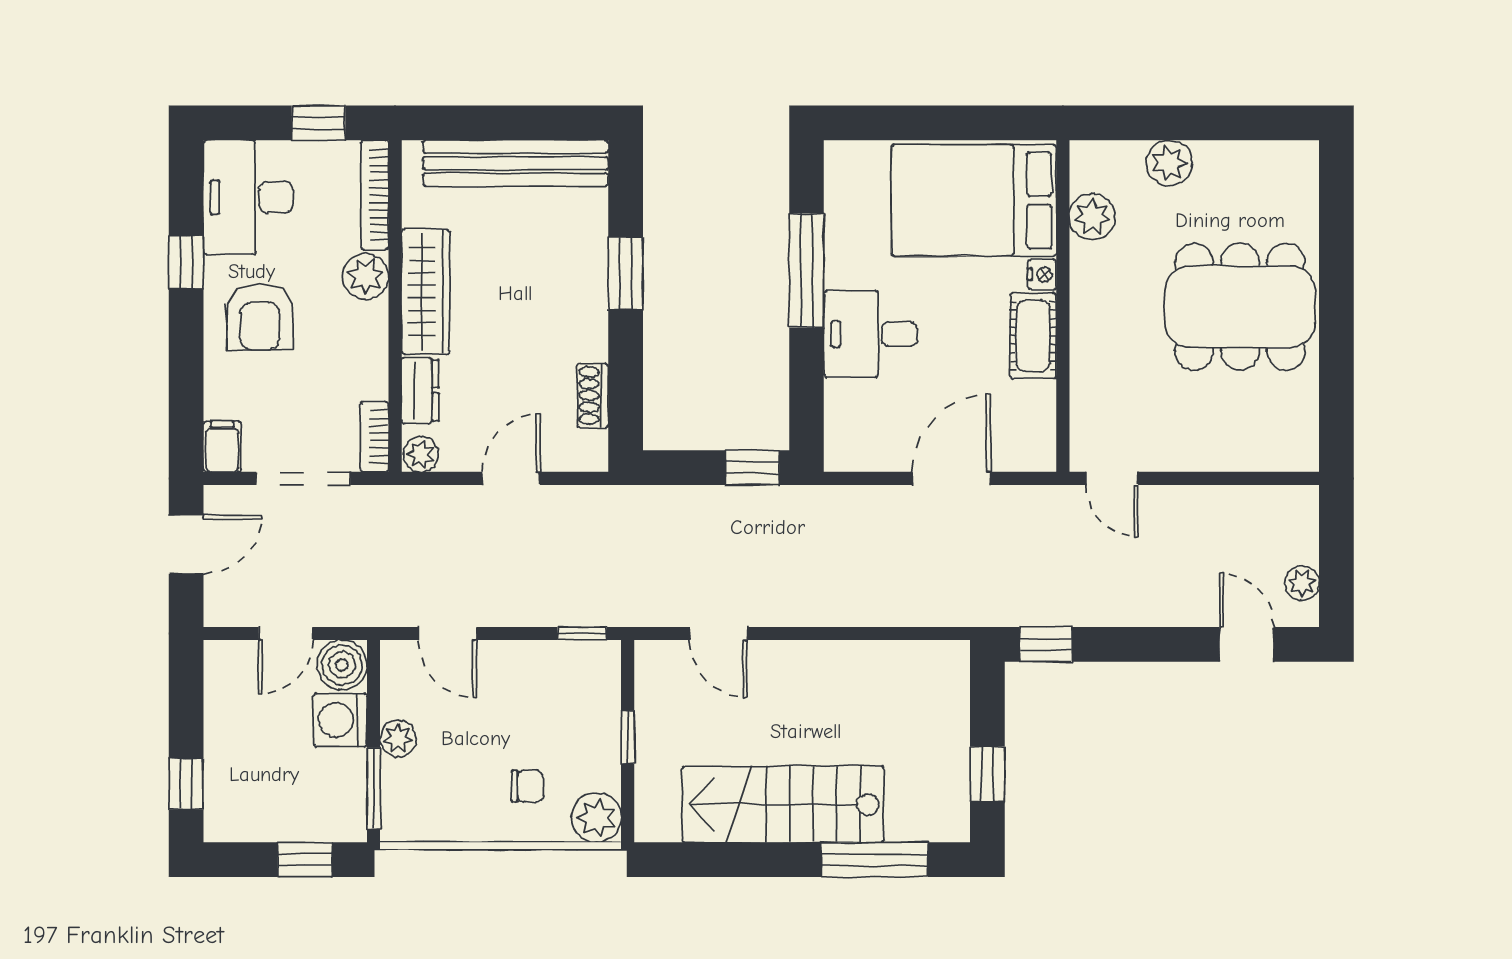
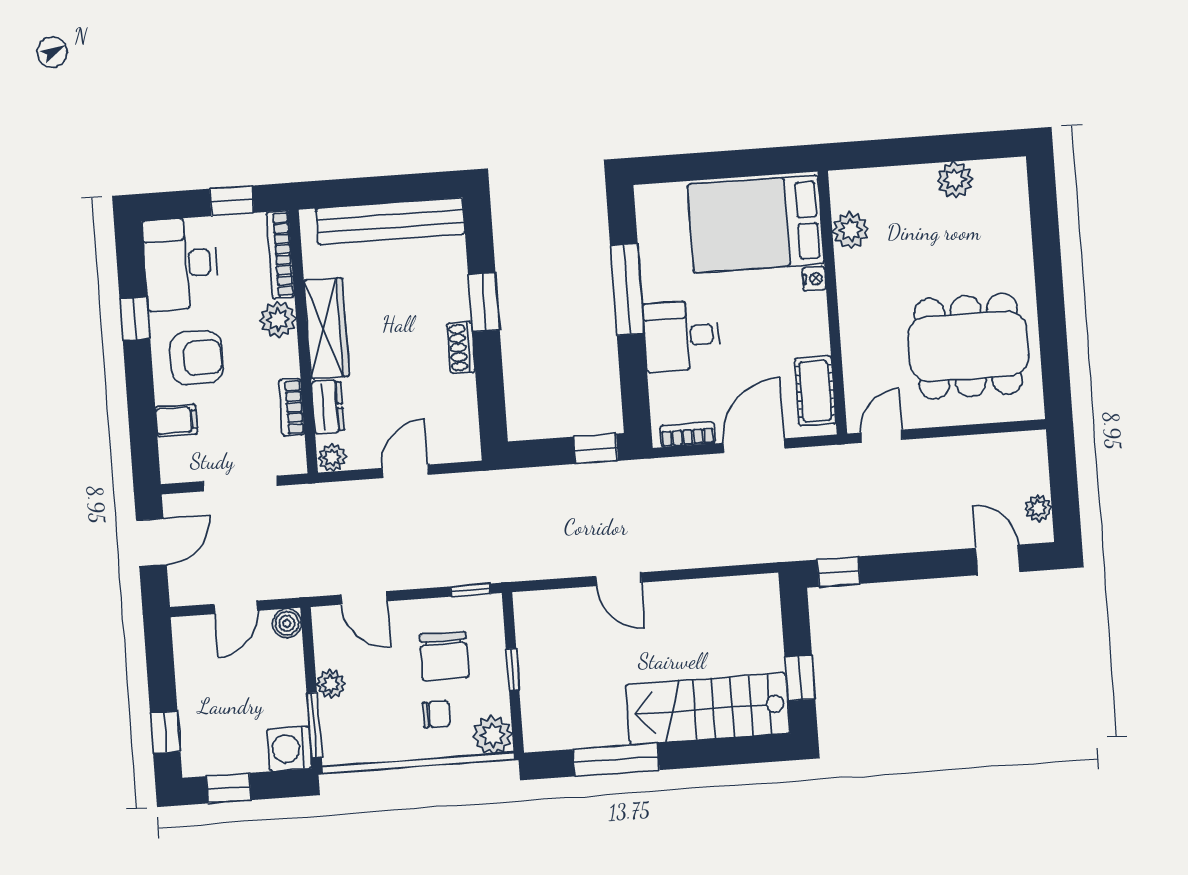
plant: (1169, 163) -> (955, 180), moved
dining table: (1240, 307) -> (968, 346), moved
armchair: (260, 317) -> (196, 358), turned -90
cot: (1033, 336) -> (815, 391), moved
shoe rack: (593, 395) -> (461, 347), moved
bookcase: (374, 437) -> (292, 407), moved
filing cabinet: (222, 447) -> (176, 420), moved, turned 90
bookcase: (869, 458) -> (688, 435), added
door: (1112, 478) -> (881, 436), swing flipped
door: (718, 634) -> (619, 579), moved
boiler: (342, 665) -> (287, 623), width x0.73, depth x0.73
chair: (543, 714) -> (444, 656), added
washing machine: (340, 720) -> (289, 749), moved
stairs: (783, 804) -> (708, 709), moved
window: (305, 860) -> (229, 788), moved
window: (875, 860) -> (616, 760), moved

